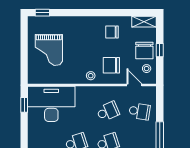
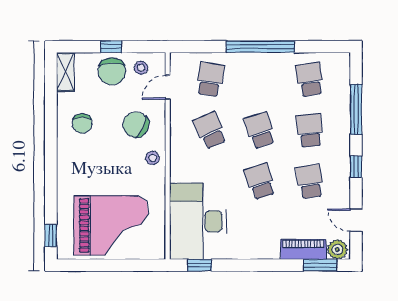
grand piano: (49, 50) -> (111, 225), width x1.37, depth x1.48
chair: (144, 51) -> (112, 71), turned 90
chair: (111, 65) -> (136, 125), turned 117

